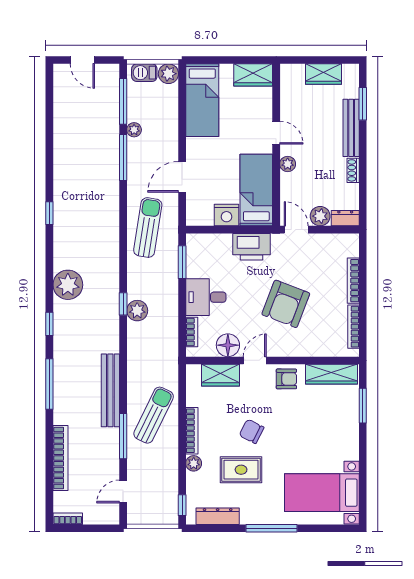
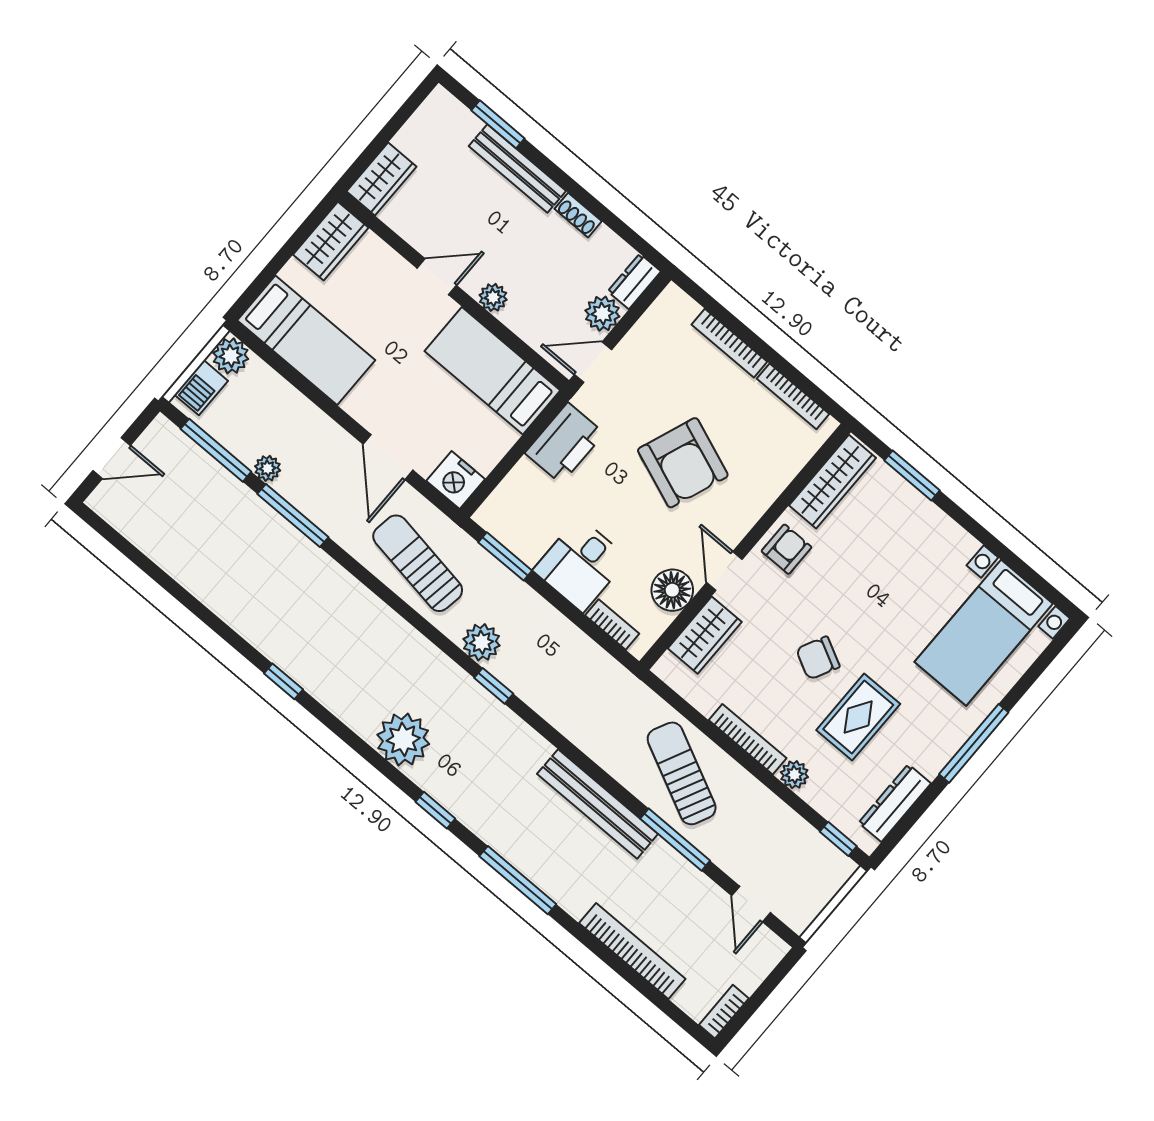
wardrobe: (324, 74) -> (382, 179), moved
nightstand: (226, 215) -> (456, 480), moved, turned 90
plant: (137, 311) -> (482, 642), moved

